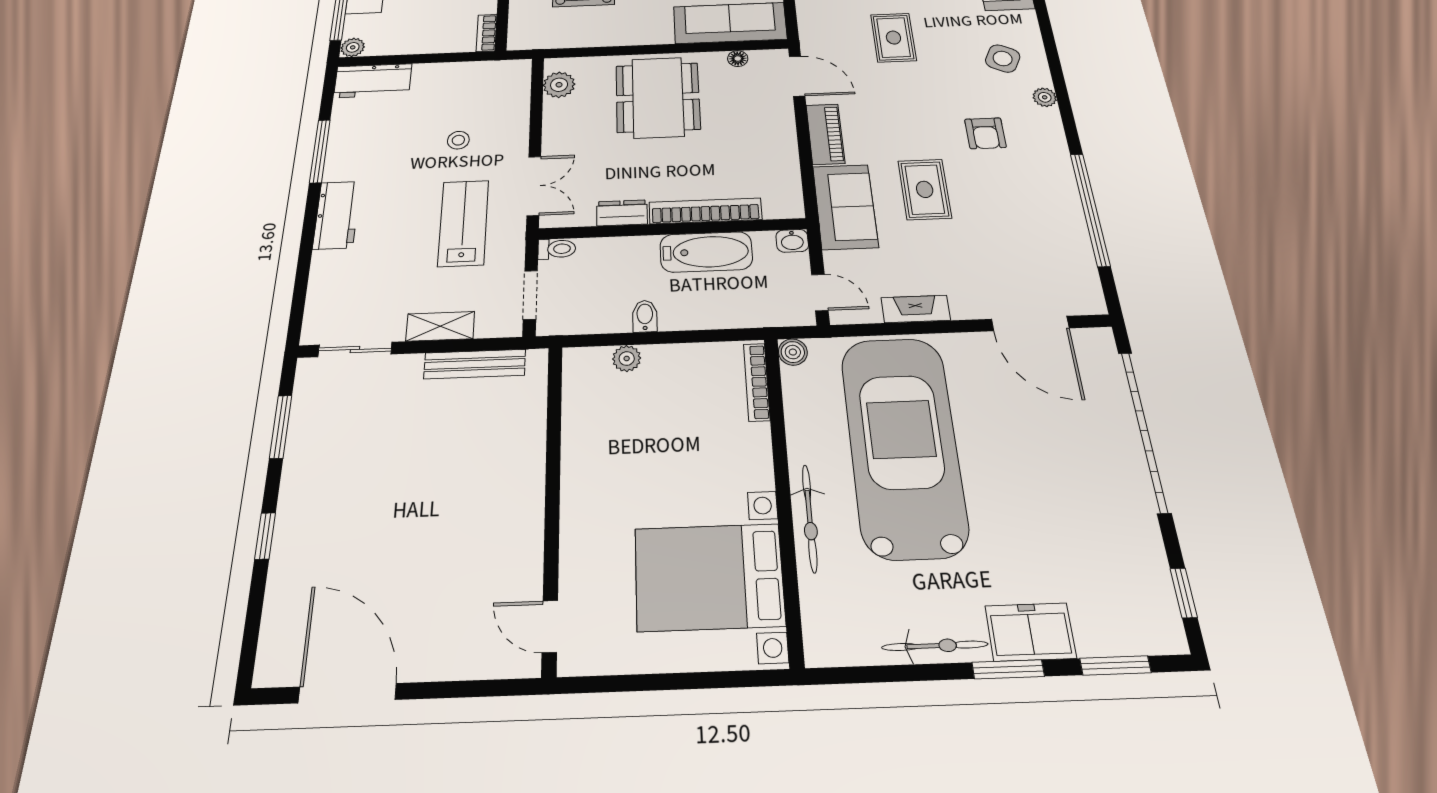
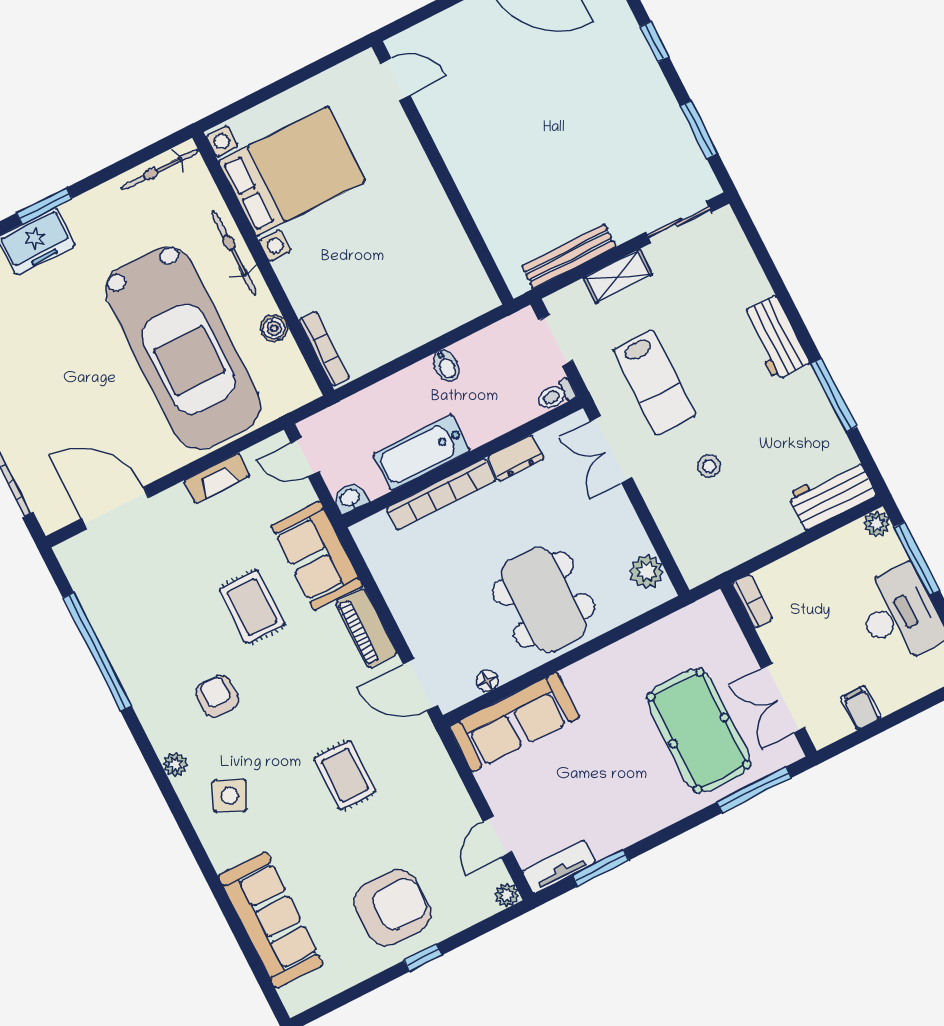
boiler: (793, 352) -> (274, 328), moved
plant: (627, 358) -> (443, 320), removed
bicycle: (935, 646) -> (160, 170), moved

